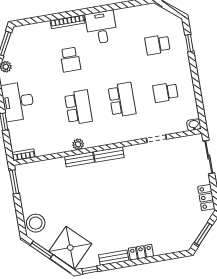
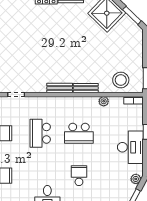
school desk: (78, 107) -> (79, 133), turned -90
plant: (78, 144) -> (104, 101), moved
stool: (36, 223) -> (121, 80), moved

